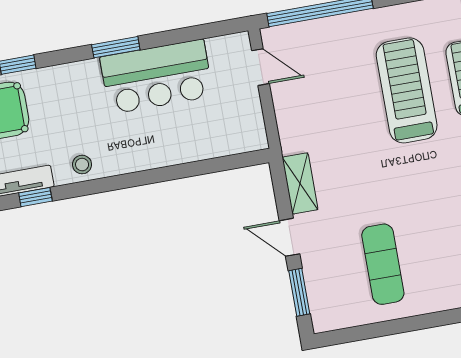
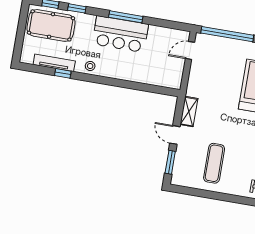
window: (116, 47) -> (126, 17), width x1.44
door: (261, 67) -> (190, 50), swing flipped
bar counter: (157, 77) -> (120, 34), moved

